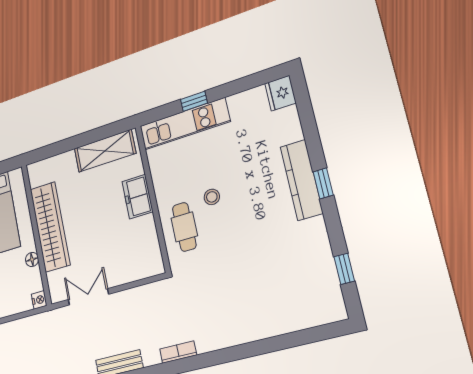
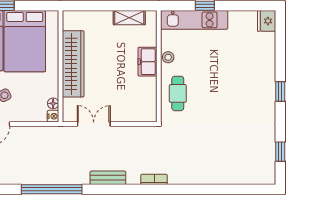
shelving: (105, 151) -> (129, 18), width x0.67, depth x0.75
kitchen counter: (302, 180) -> (267, 85), removed
stool: (212, 197) -> (168, 57), moved
floor lamp: (32, 259) -> (53, 103), moved

